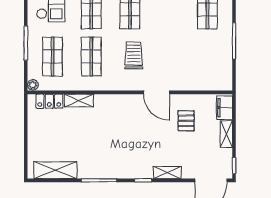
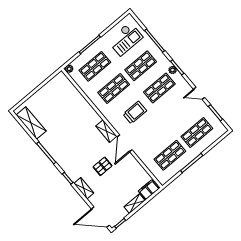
shop shelf: (207, 57) -> (170, 155), added
locker: (49, 101) -> (68, 86), removed
shelving: (79, 101) -> (106, 131), moved
pallet: (186, 121) -> (102, 166), moved

